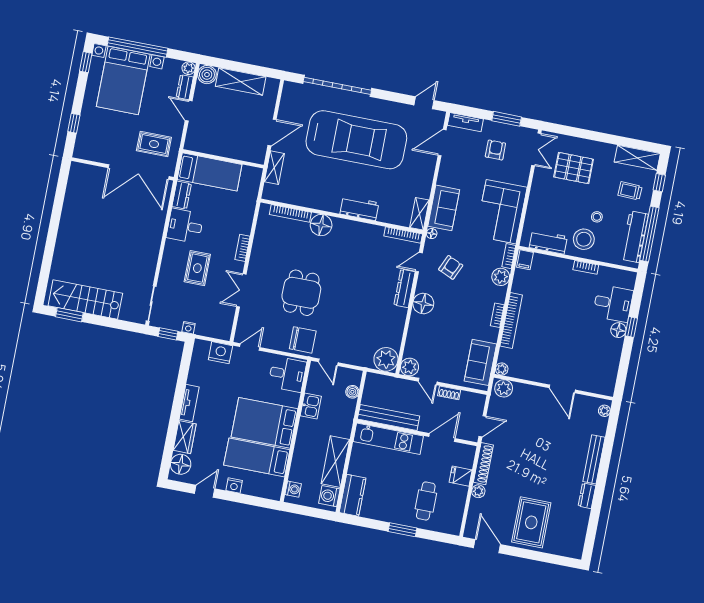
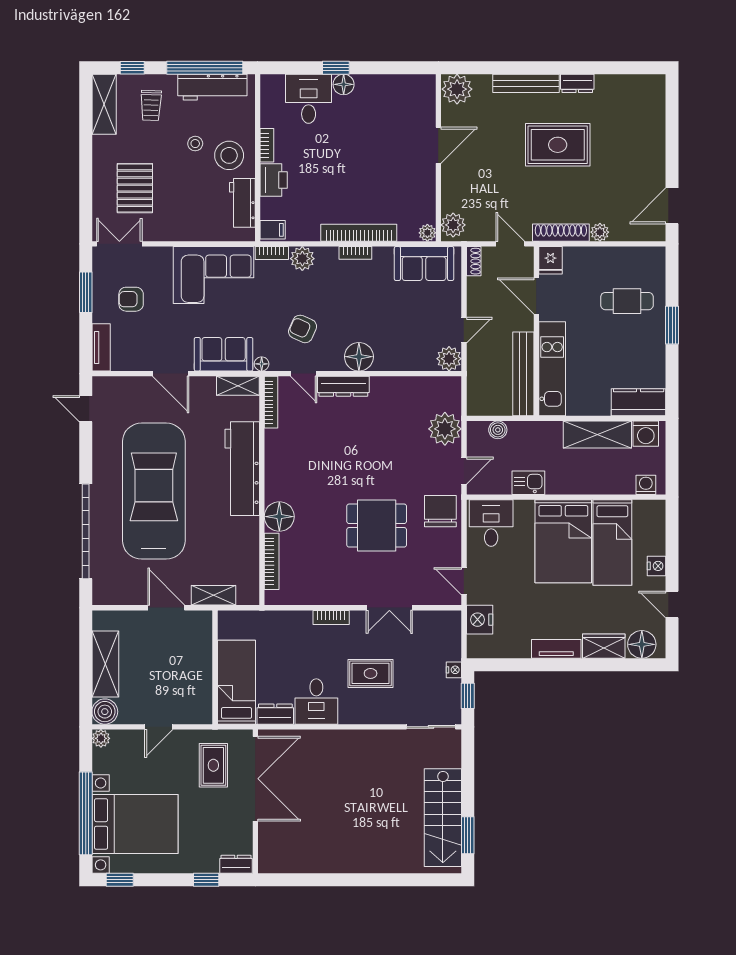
dresser: (185, 87) -> (236, 864), moved, turned 180
door: (442, 143) -> (171, 374), moved
workbench: (359, 208) -> (242, 469), width x1.88, depth x1.32
printer: (560, 267) -> (274, 180), added
plant: (386, 359) -> (445, 429), moved
shoe rack: (449, 393) -> (474, 261), moved
plant: (604, 411) -> (457, 89), width x1.87, depth x1.87
fridge: (461, 476) -> (550, 260), moved
rug: (531, 522) -> (558, 145), moved

